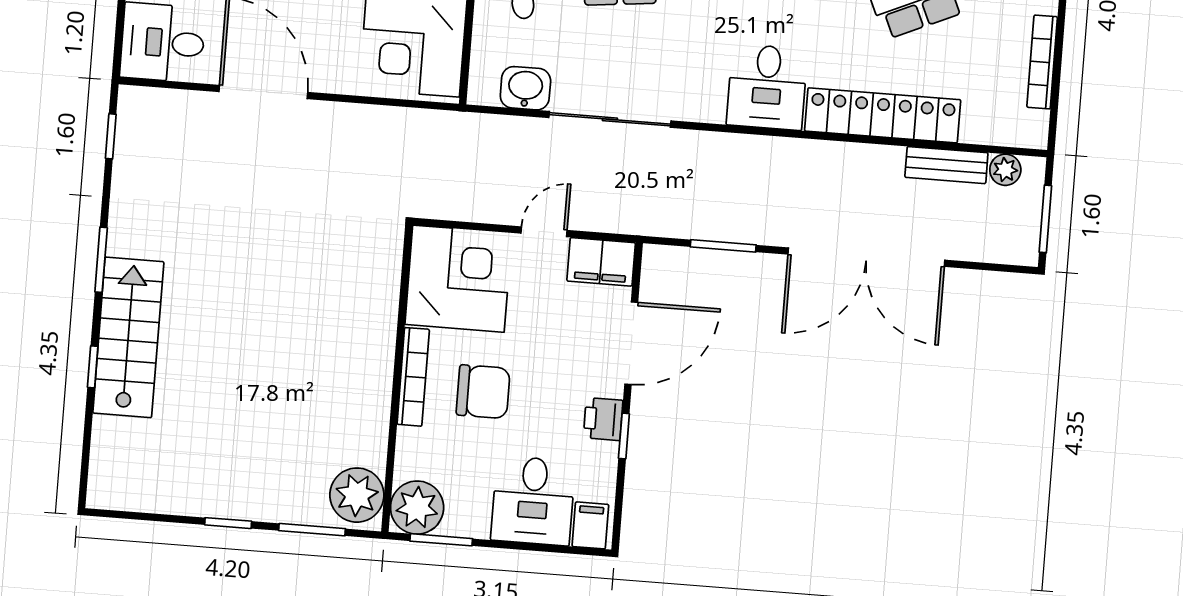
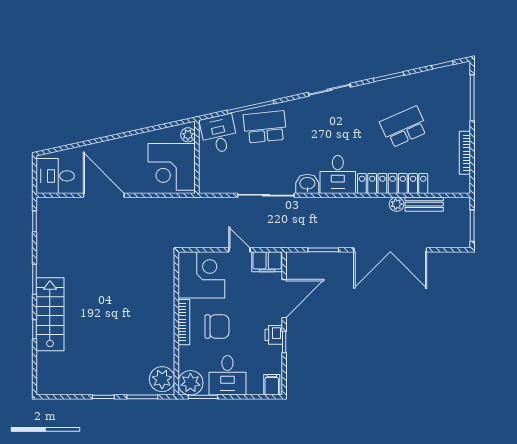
washbasin: (525, 88) -> (307, 184), moved
plant: (1005, 170) -> (397, 204), moved
door: (544, 232) -> (239, 250), hinge flipped
desk: (533, 501) -> (227, 375), moved

